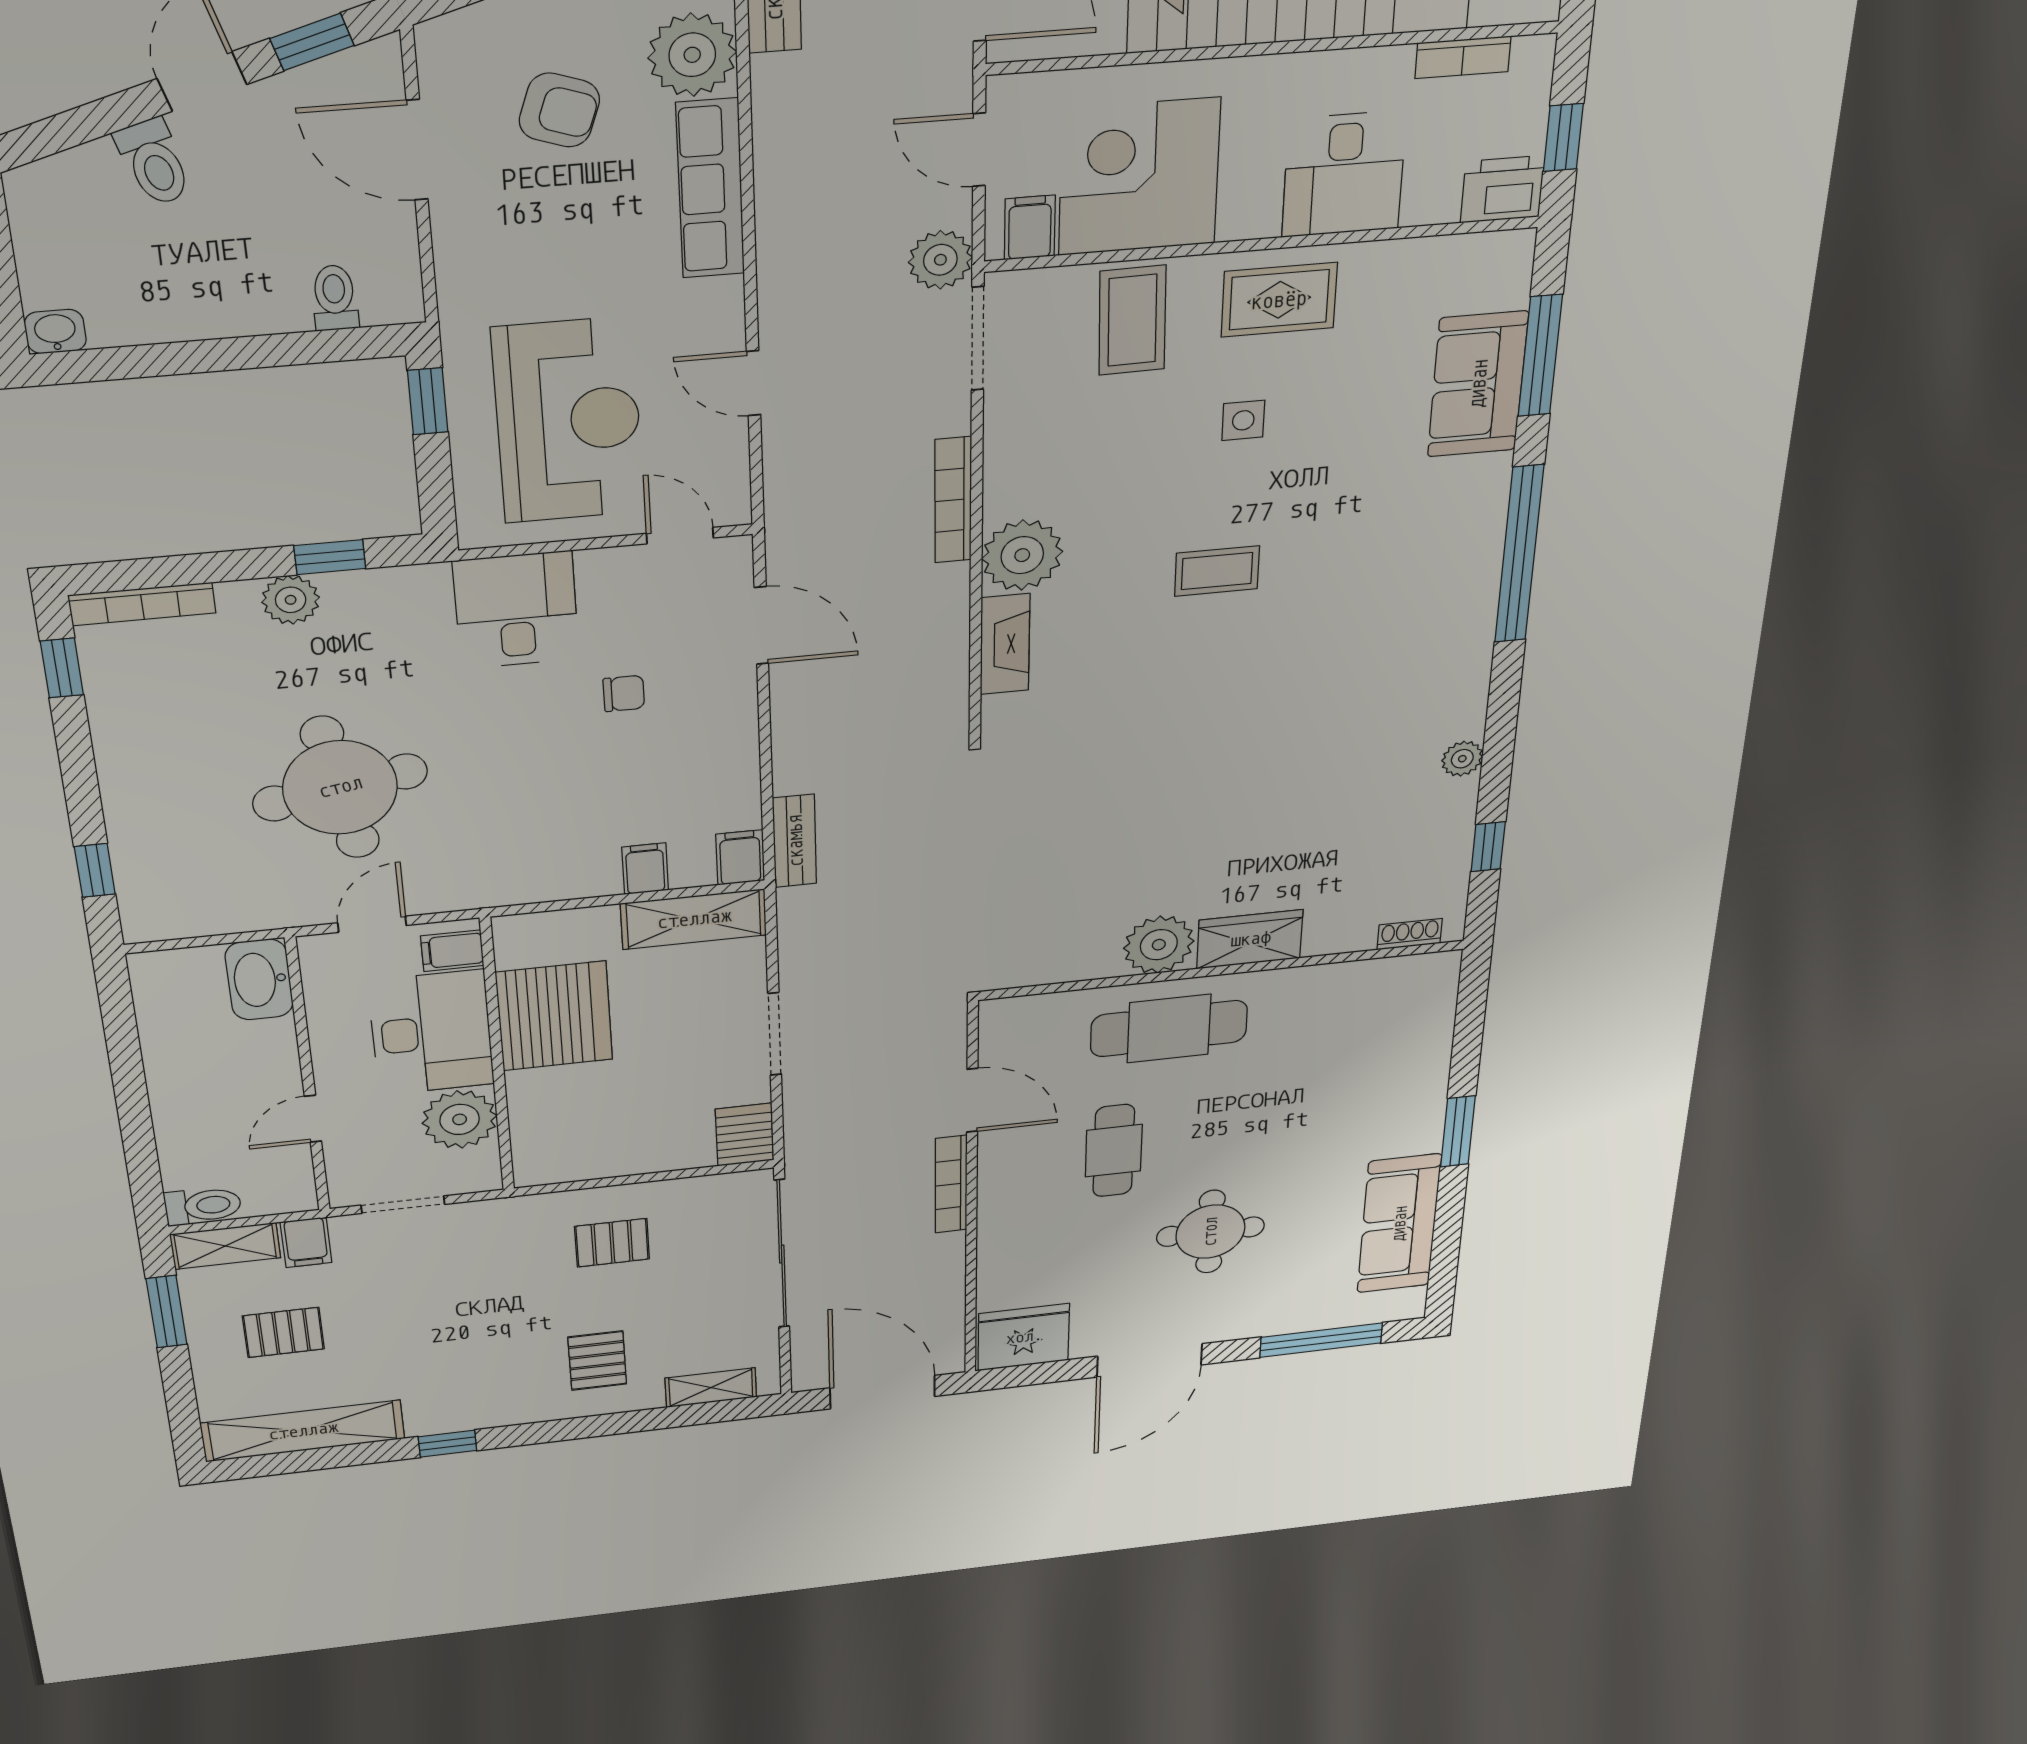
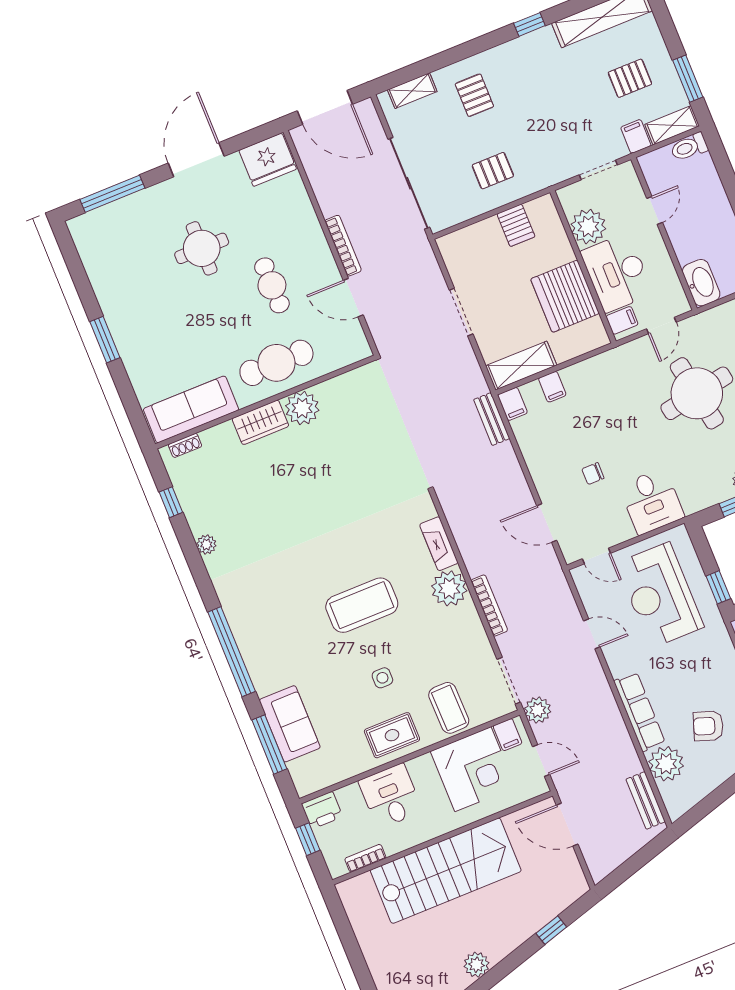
coffee table: (1217, 571) -> (362, 605), width x1.86, depth x1.72
server rack: (744, 1135) -> (516, 225), moved
sofa: (1399, 1224) -> (191, 409), moved, turned -90

